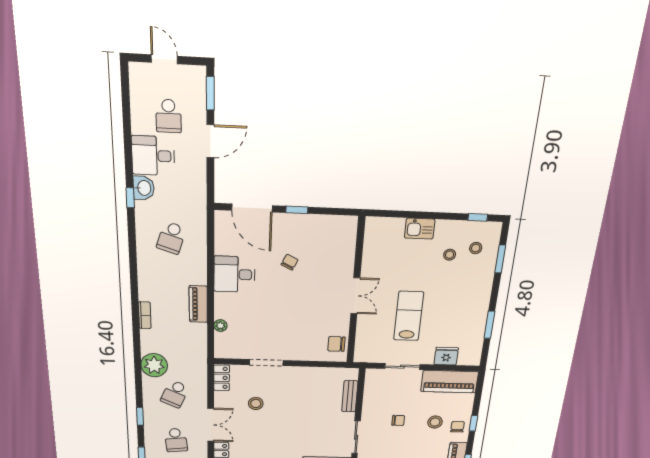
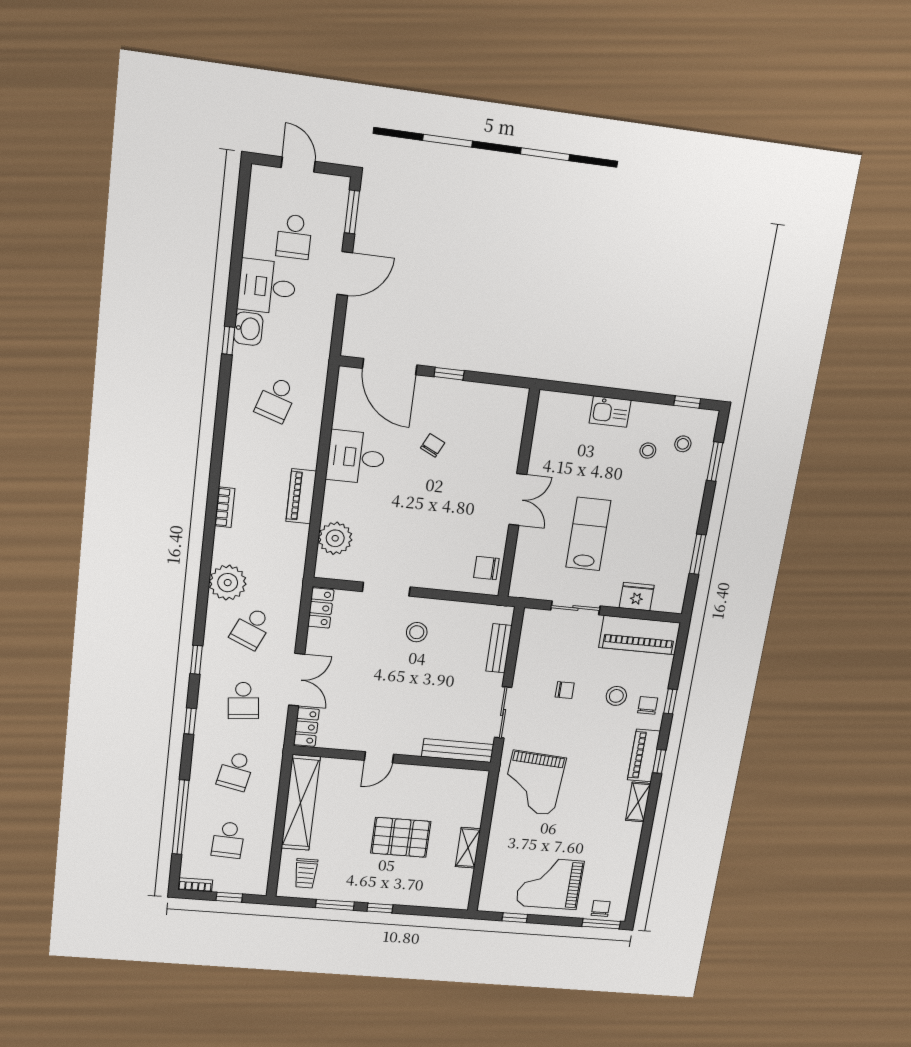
plant: (220, 326) -> (335, 538), width x1.88, depth x1.88
stool: (256, 403) -> (417, 632), moved

